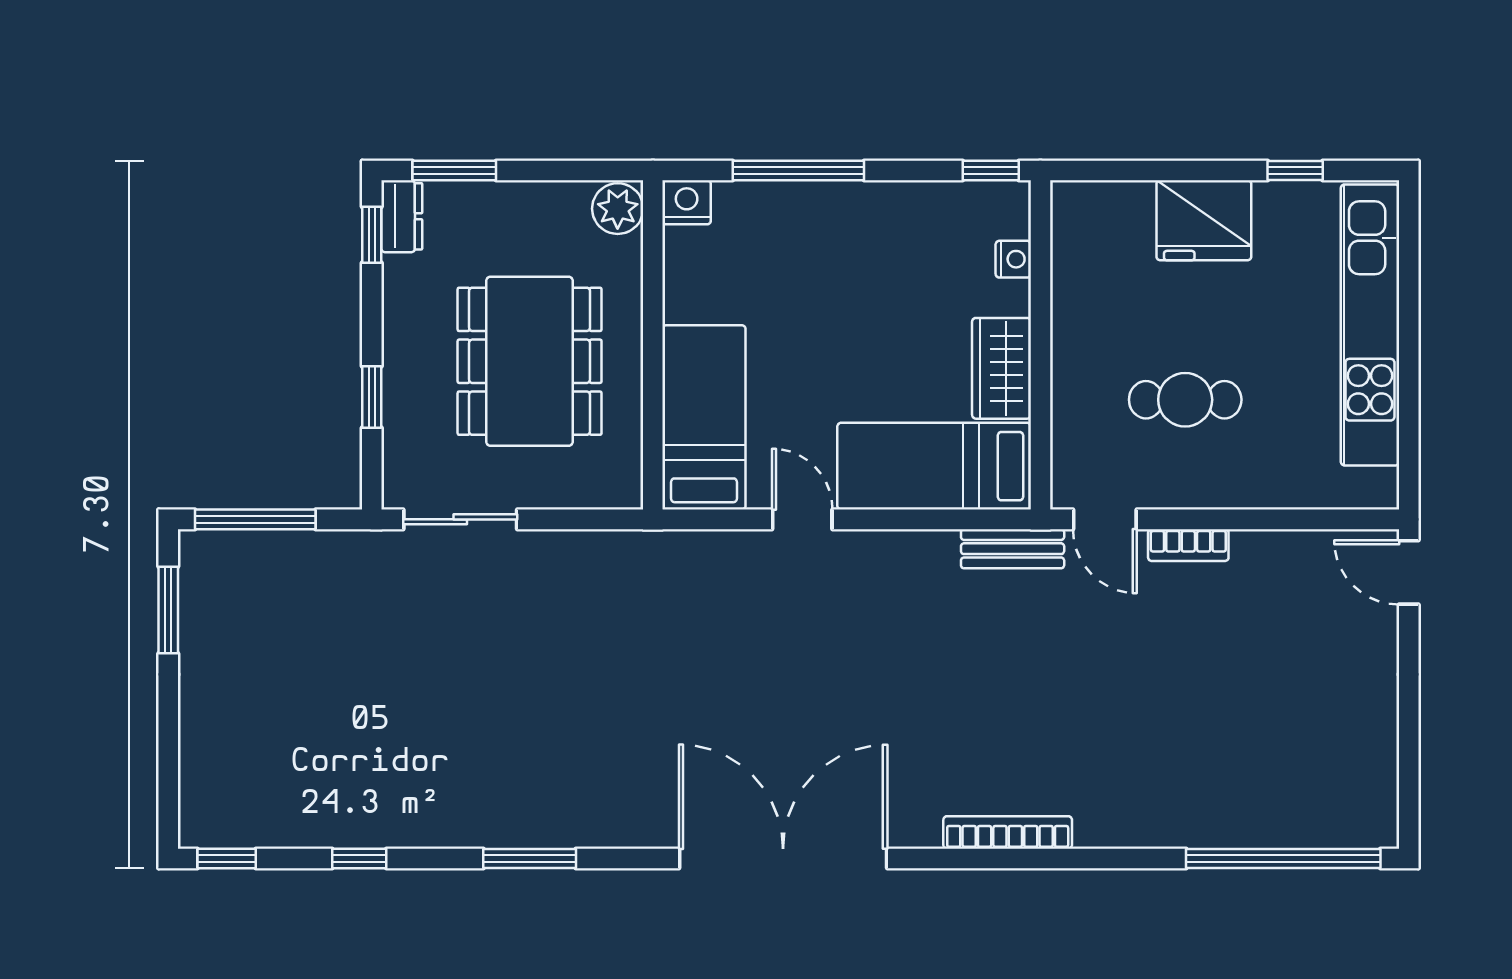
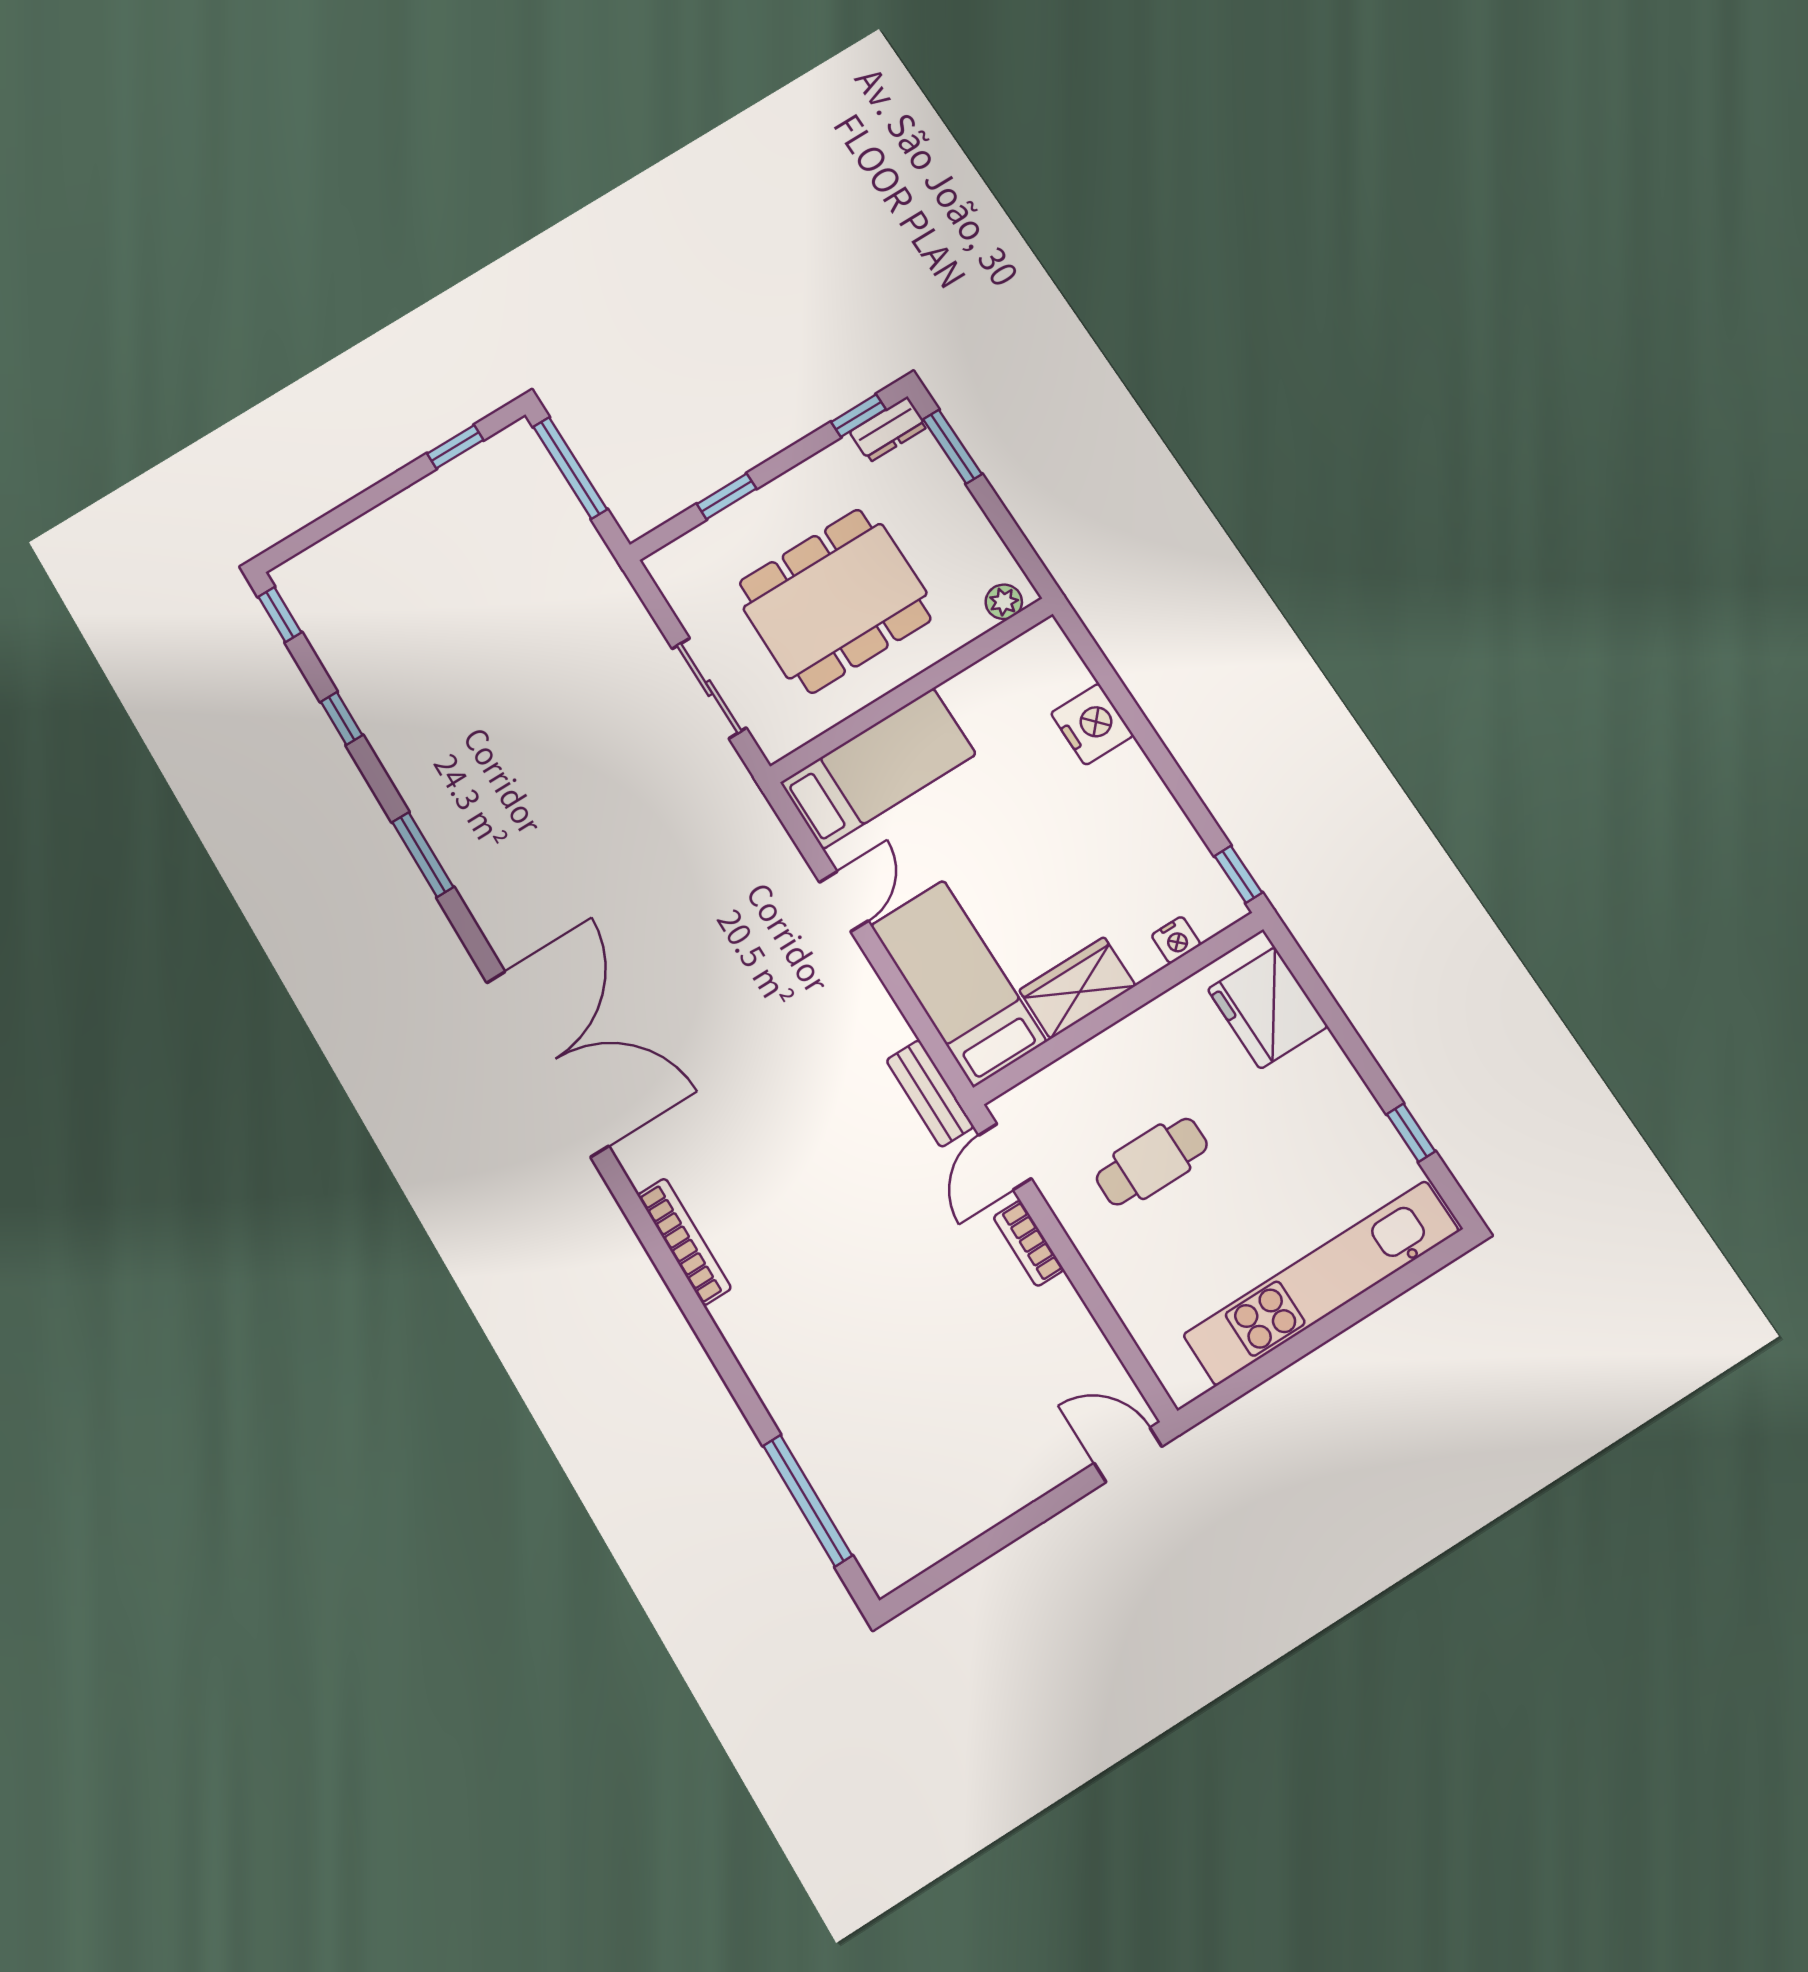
window: (798, 170) -> (1133, 717), removed
nightstand: (687, 202) -> (1092, 724), moved, width x1.36, depth x1.33
plant: (618, 209) -> (1004, 602), width x0.73, depth x0.73
fridge: (1204, 220) -> (1268, 1008), moved
cafe table: (1185, 400) -> (1152, 1162), turned 90
sliding door: (460, 519) -> (709, 688), moved
door: (1409, 572) -> (1128, 1455), hinge flipped
window: (168, 610) -> (455, 447), width x0.67
window: (1283, 859) -> (808, 1500), width x0.68

